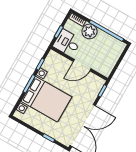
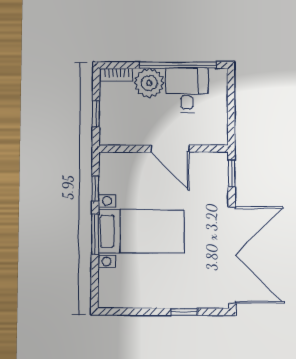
desk: (67, 43) -> (187, 90), moved, turned 90
door: (82, 65) -> (170, 149), hinge flipped
bed with nightstands: (46, 99) -> (141, 231), width x0.73

